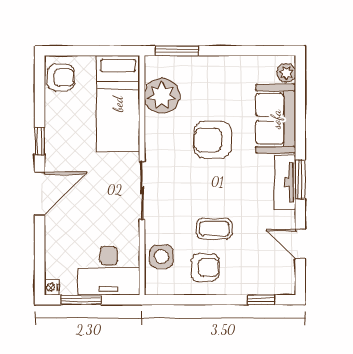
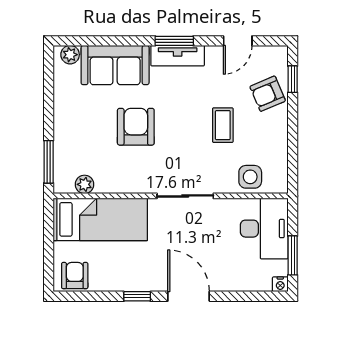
plant: (162, 96) -> (84, 184), width x0.53, depth x0.53
armchair: (213, 140) -> (136, 127), turned 180
armchair: (205, 267) -> (268, 94), moved, turned -113

